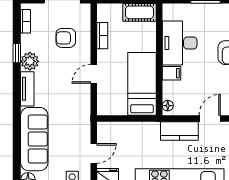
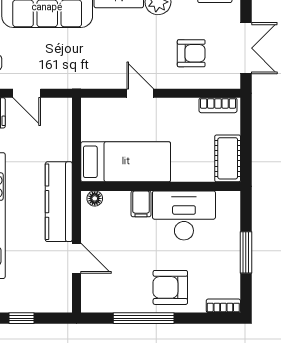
bookcase: (102, 36) -> (218, 105), moved
armchair: (66, 38) -> (191, 53), turned 90
kitchen counter: (179, 131) -> (59, 202), width x1.50

